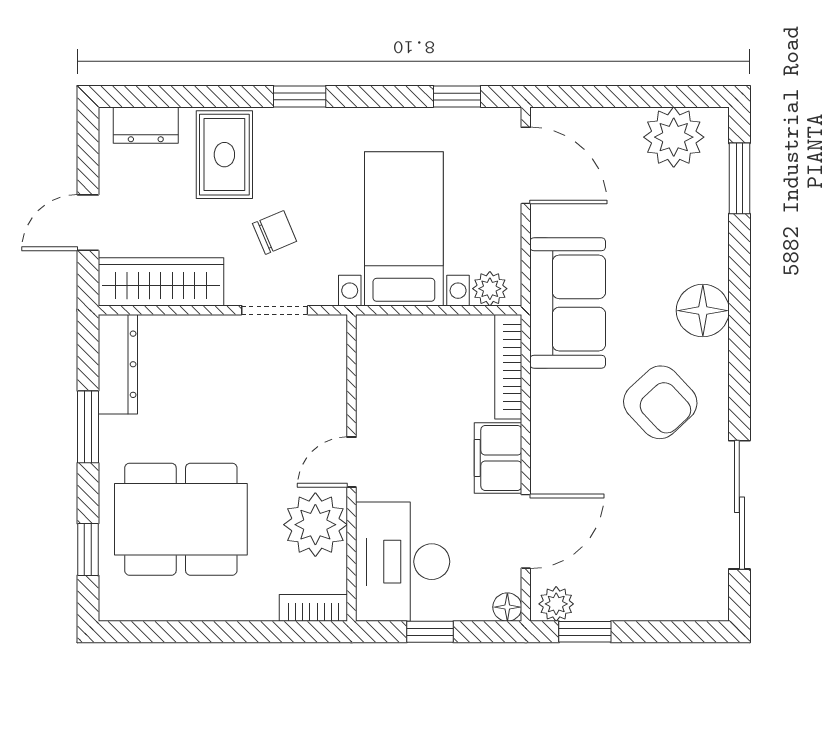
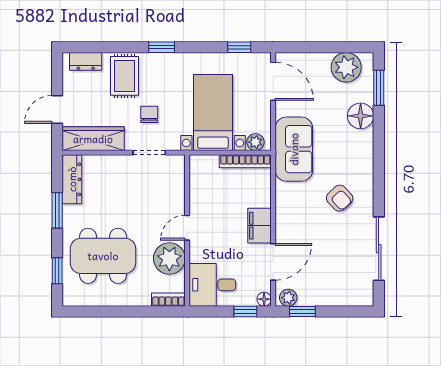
chair: (275, 232) -> (149, 114), turned -67
floor lamp: (703, 311) -> (361, 116), moved
bookcase: (508, 367) -> (245, 161), moved, turned -90
armchair: (660, 402) -> (340, 198), width x0.72, depth x0.72
desk: (403, 562) -> (212, 285), width x0.73
window: (430, 632) -> (245, 311), moved

